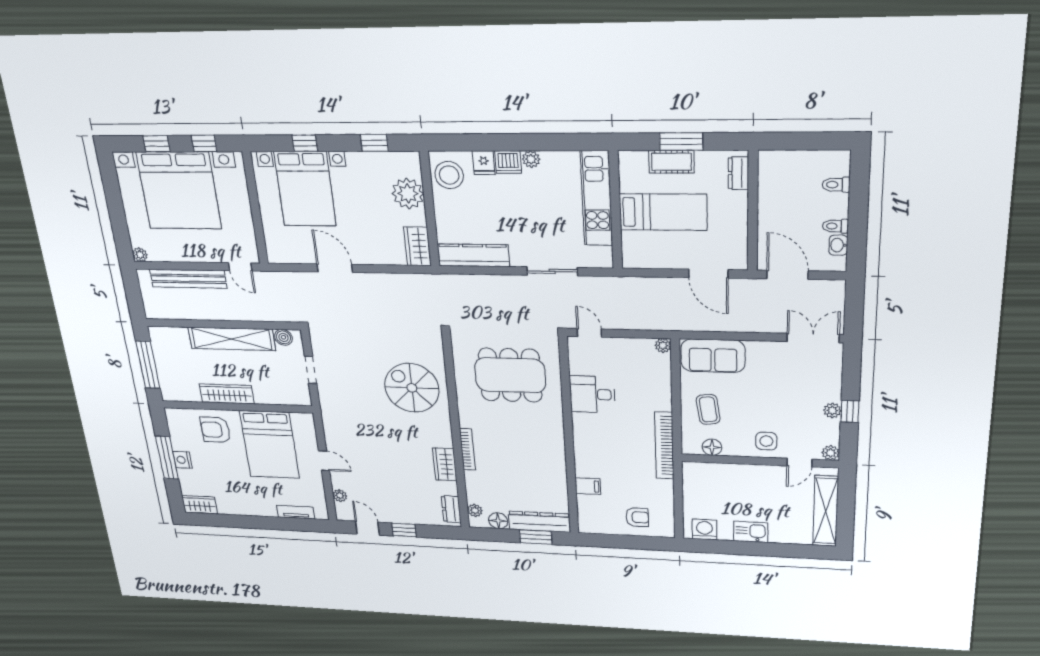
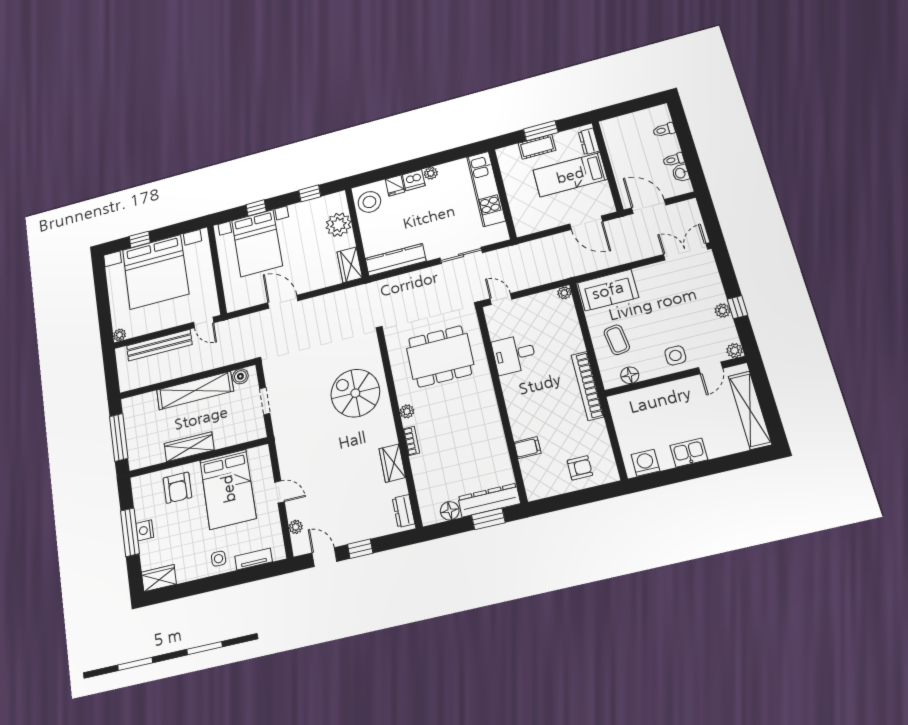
window: (204, 144) -> (177, 229), removed
bed: (663, 212) -> (570, 175), moved, turned 180
armchair: (215, 430) -> (177, 488), turned -90
bookcase: (467, 449) -> (411, 441), width x0.64
side table: (260, 503) -> (219, 559), added
plant: (475, 510) -> (407, 411), moved

